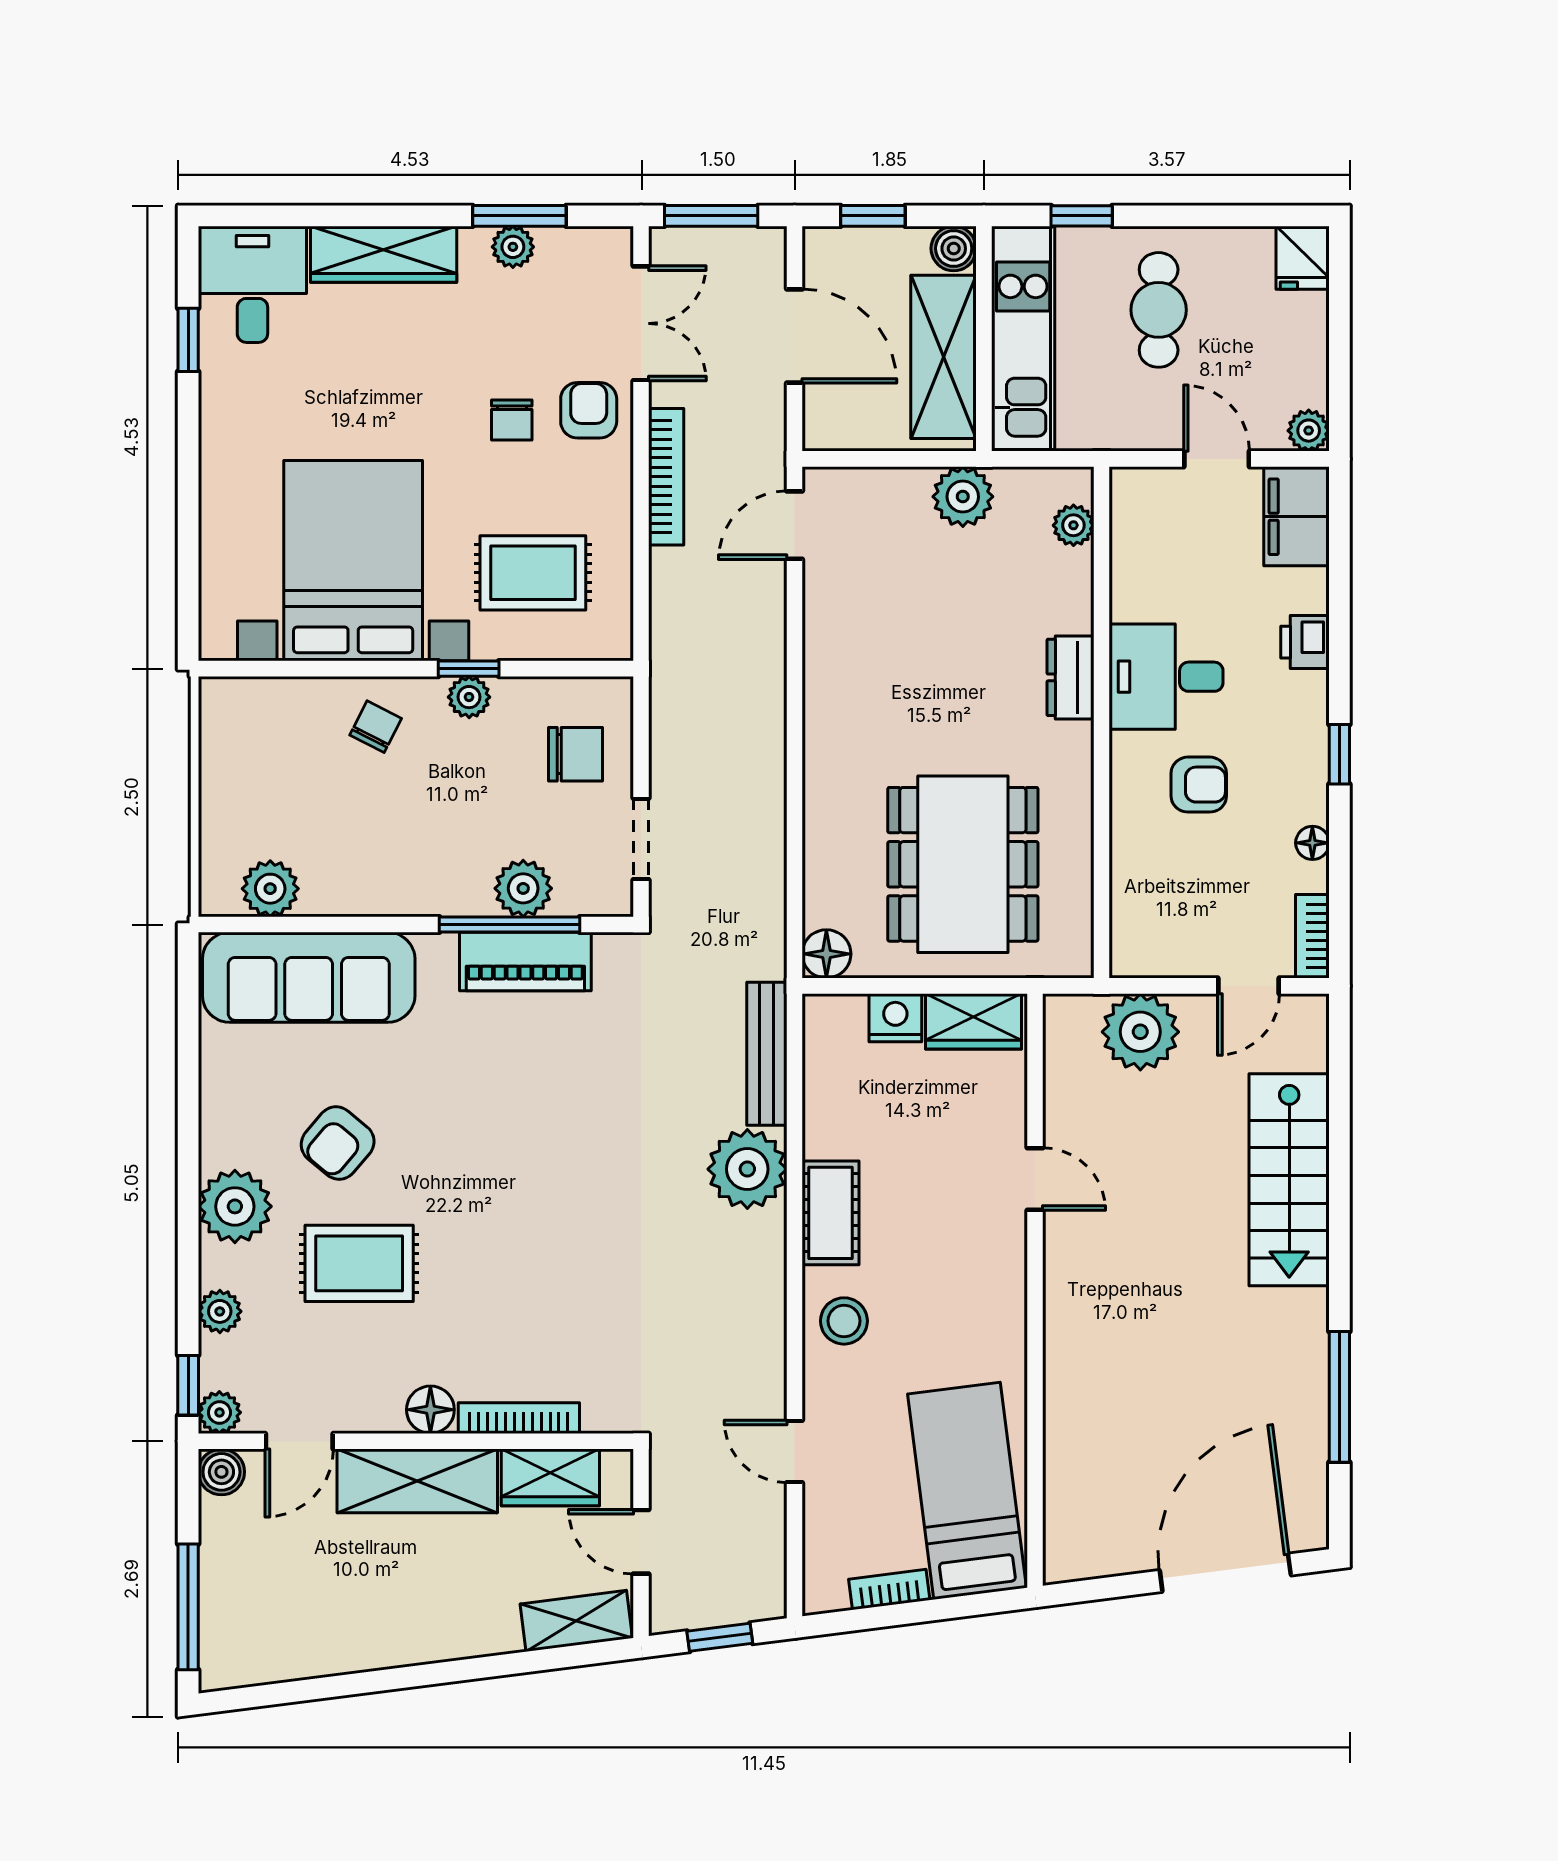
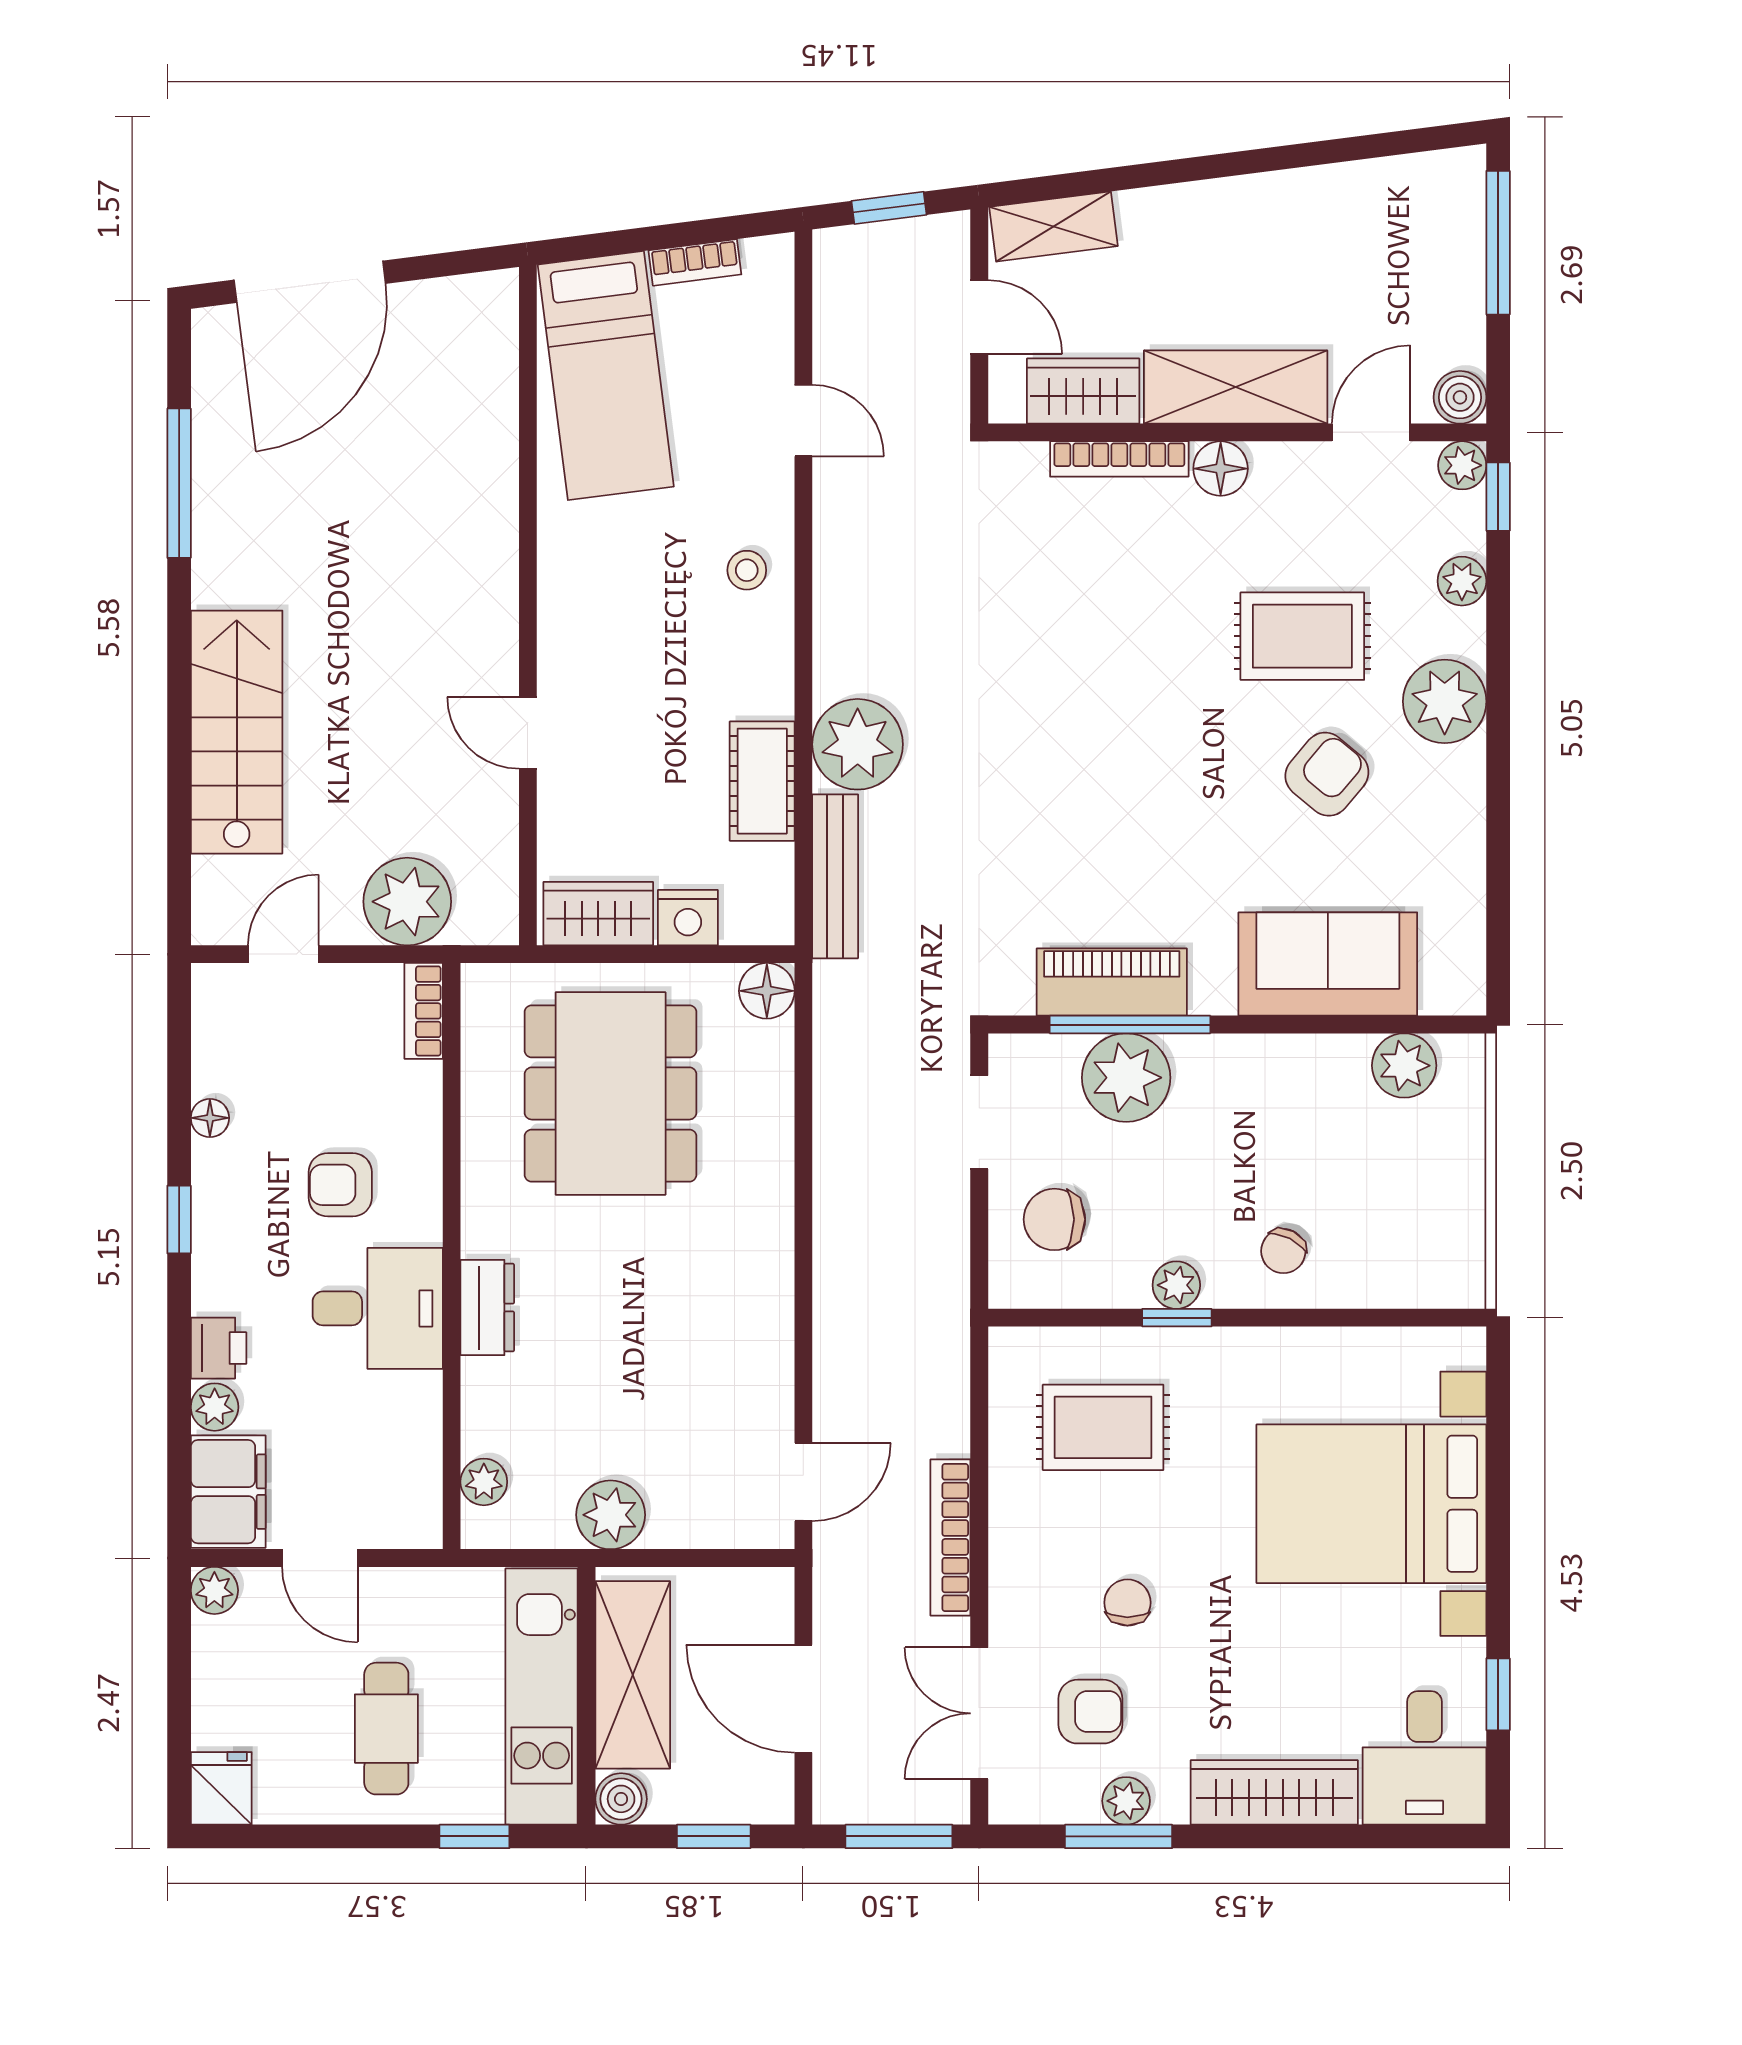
armchair: (589, 410) -> (1090, 1712), moved, turned -90
bed with nightstands: (353, 561) -> (1371, 1504), moved, turned 90
plant: (1308, 591) -> (215, 1407), added
plant: (523, 888) -> (1126, 1078), width x1.36, depth x1.36
bookcase: (1312, 936) -> (424, 1011), moved, turned 180
sofa: (309, 977) -> (1328, 964), width x0.73
cot: (831, 1213) -> (762, 781), moved
stool: (844, 1321) -> (747, 570), width x0.73, depth x0.73

